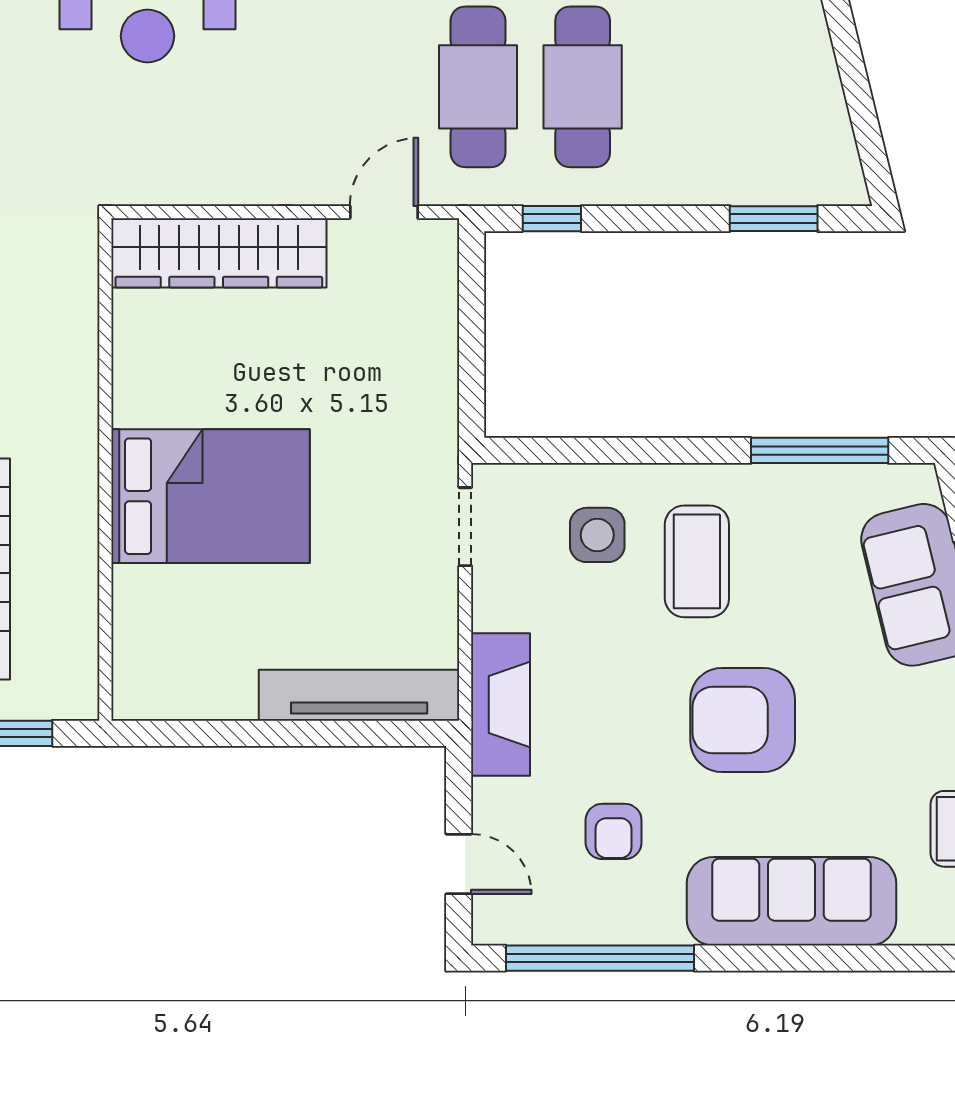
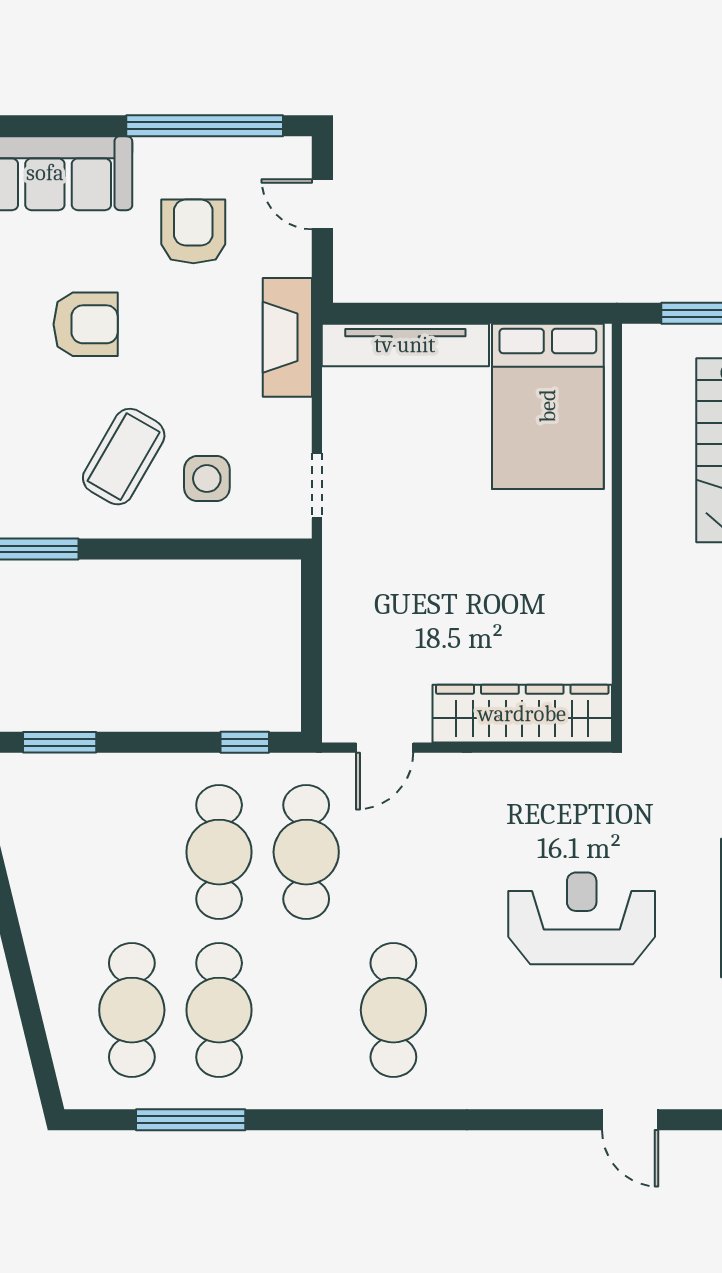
bed: (210, 496) -> (548, 406), moved, turned -90
coffee table: (697, 561) -> (124, 457), turned 30
armchair: (743, 720) -> (86, 324), width x0.73, depth x0.73
armchair: (614, 831) -> (193, 231), width x1.38, depth x1.38

